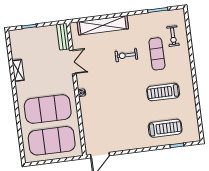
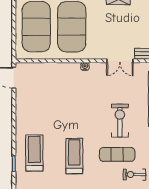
exercise bike: (126, 55) -> (120, 121), width x1.38, depth x1.39
treadmill: (165, 128) -> (34, 153), turned 180

